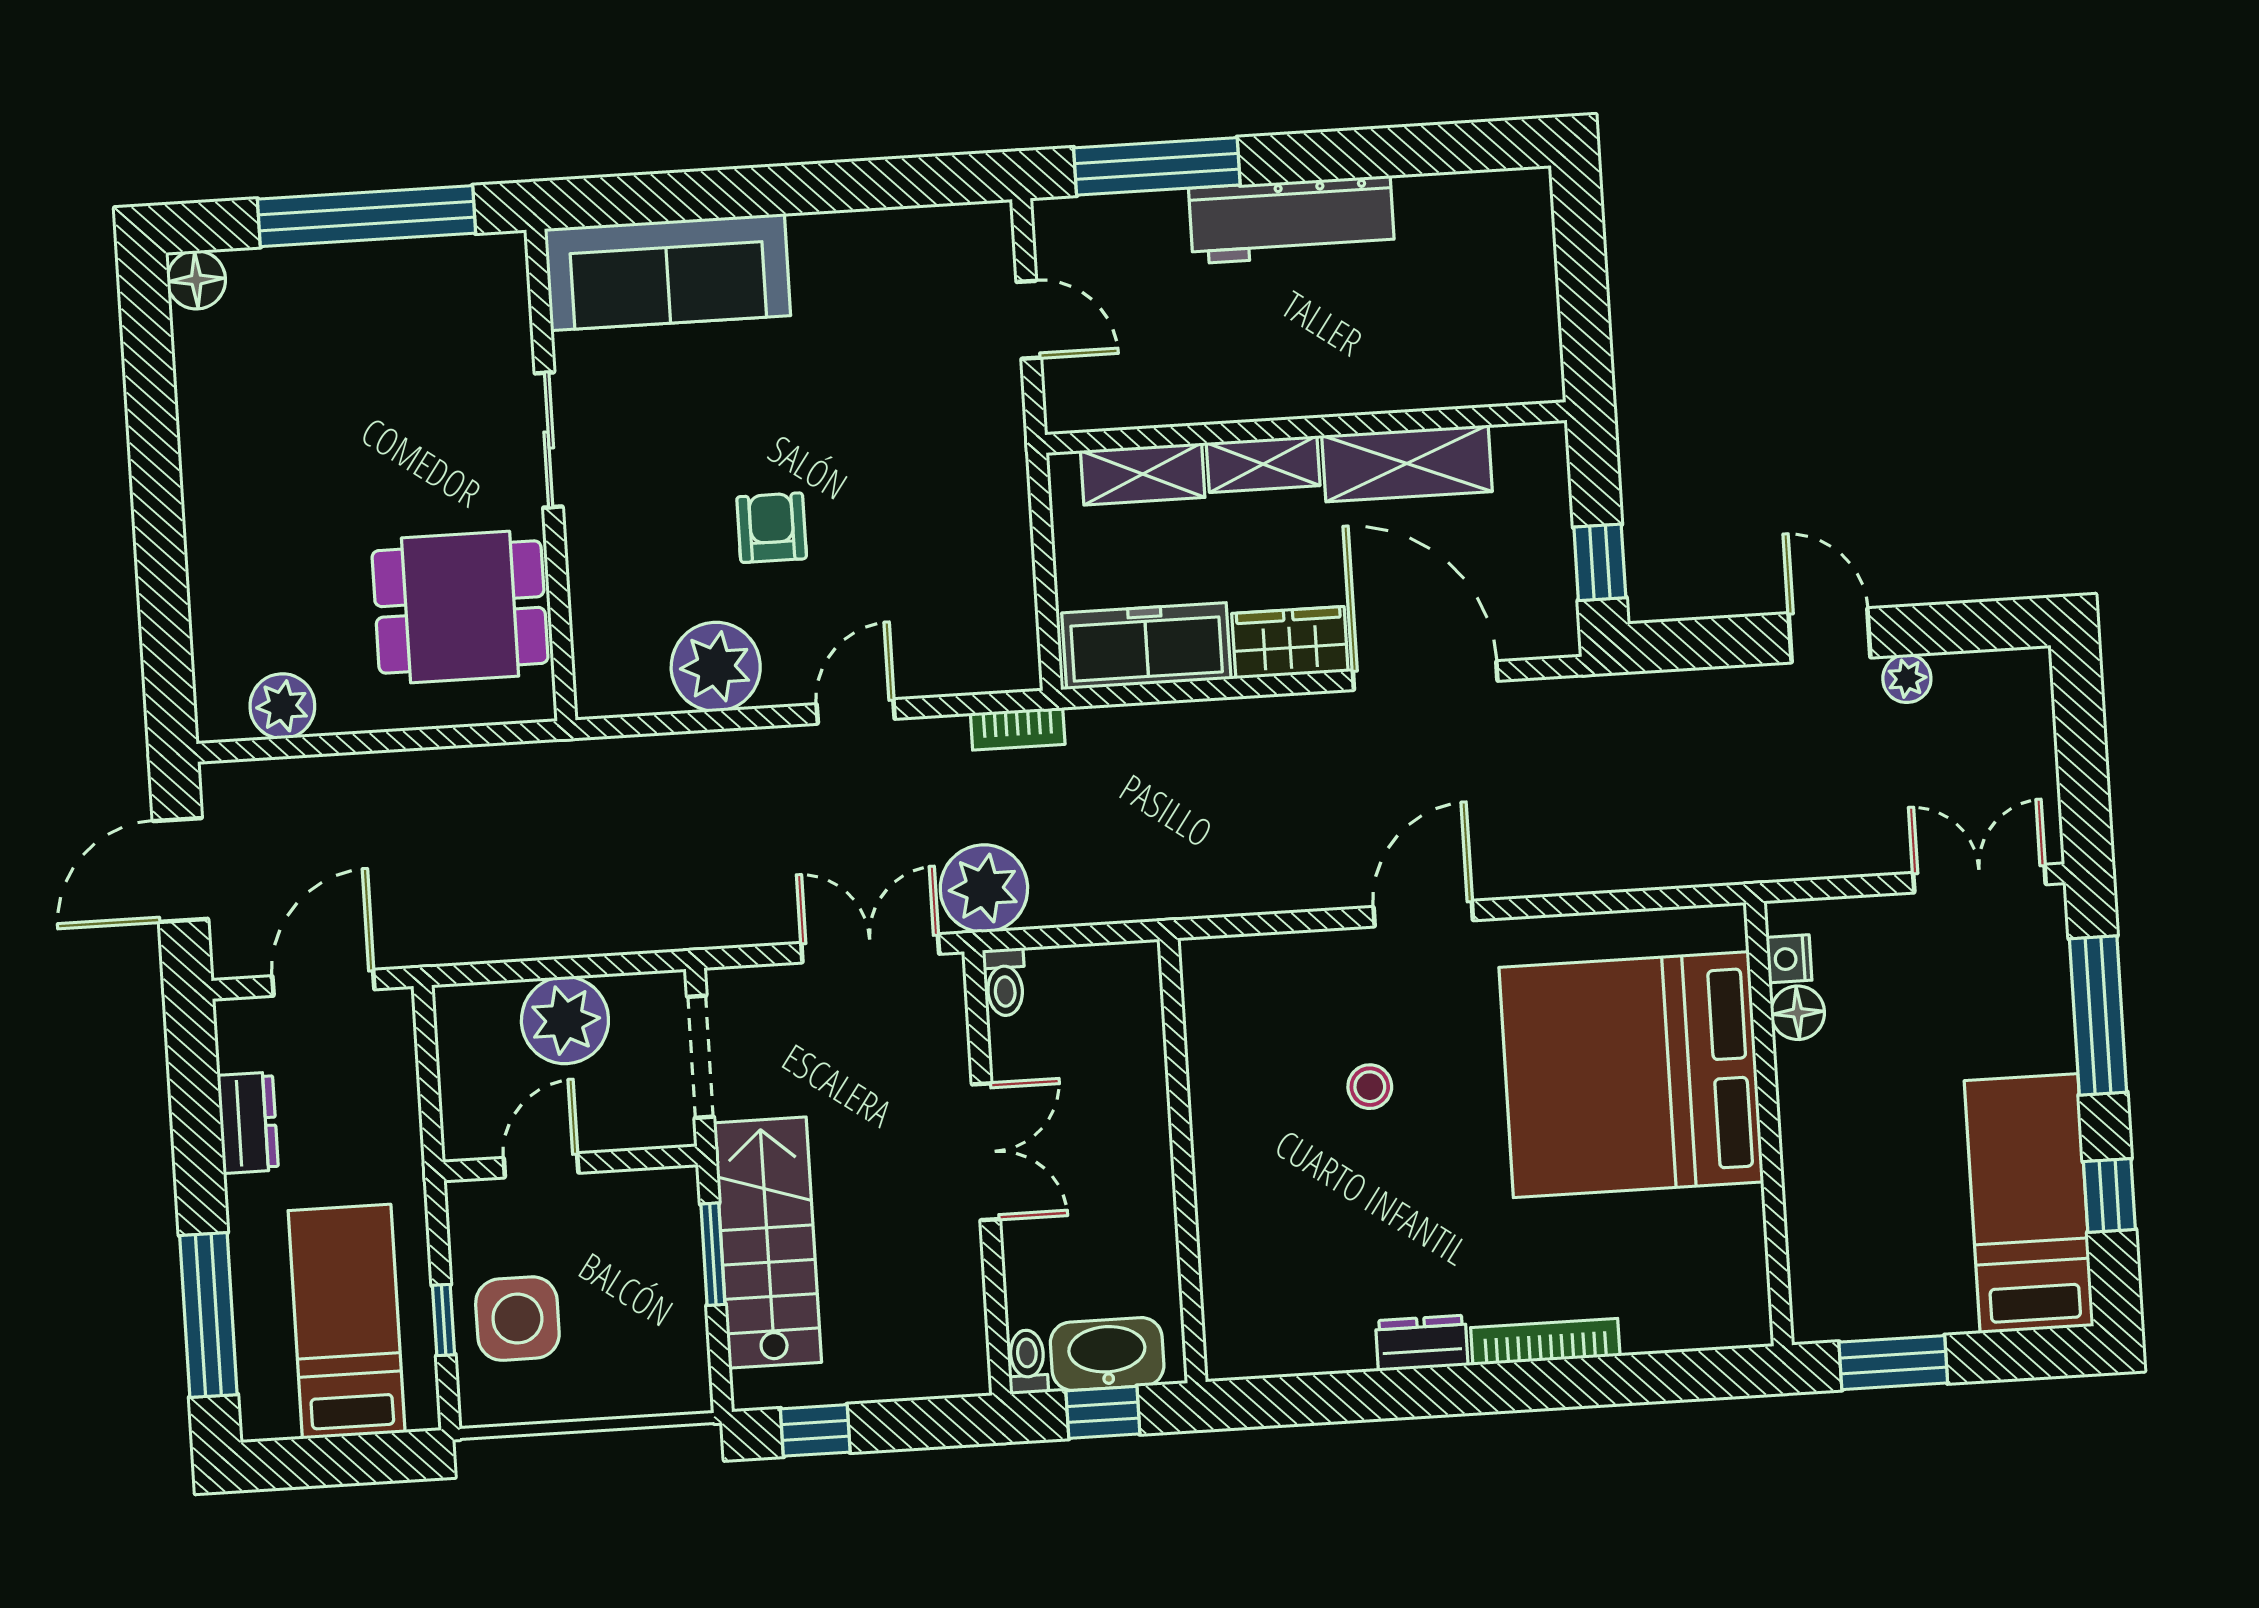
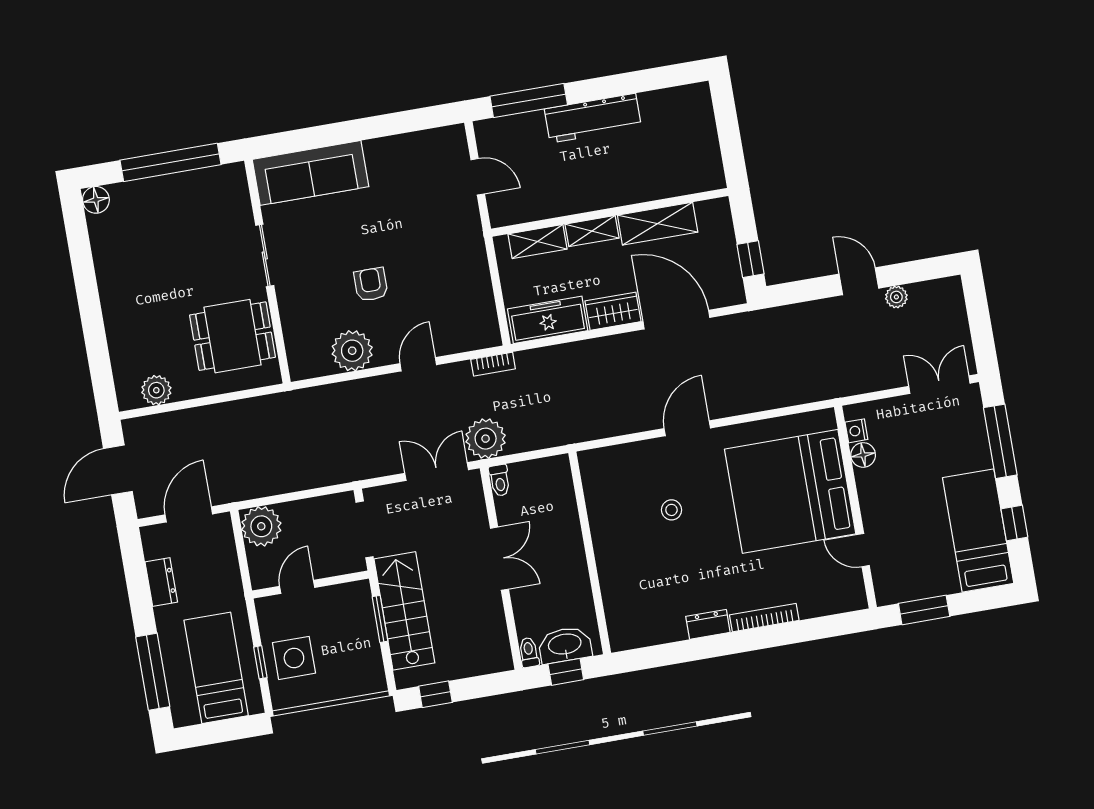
plant: (565, 1020) -> (261, 526), moved
door: (1775, 1219) -> (863, 550), added

